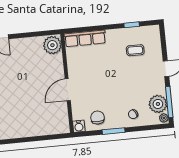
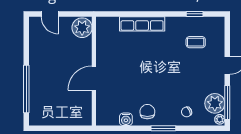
plant: (52, 45) -> (82, 28), moved
wall: (67, 83) -> (94, 71), moved
door: (68, 90) -> (94, 78), moved

